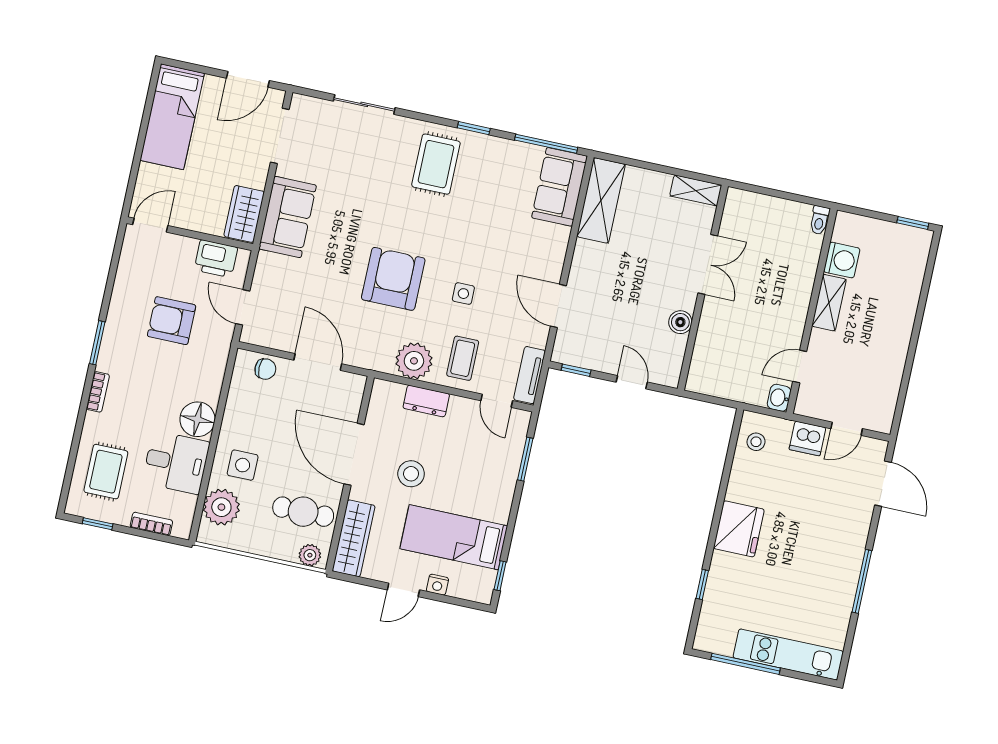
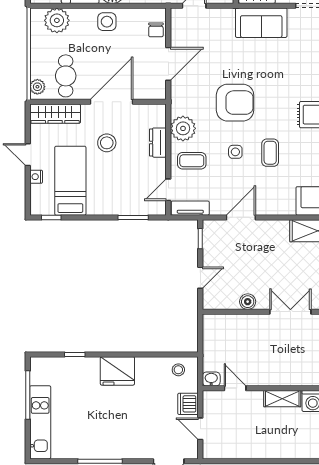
coffee table: (475, 244) -> (270, 153), added
double door: (708, 264) -> (290, 312), swing flipped
side table: (243, 465) -> (107, 22), moved

